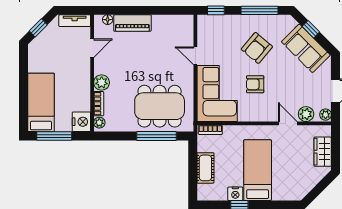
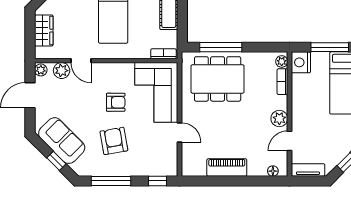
piano: (132, 23) -> (227, 168), moved
armchair: (257, 48) -> (114, 141), turned -50
plant: (102, 83) -> (279, 119), moved

